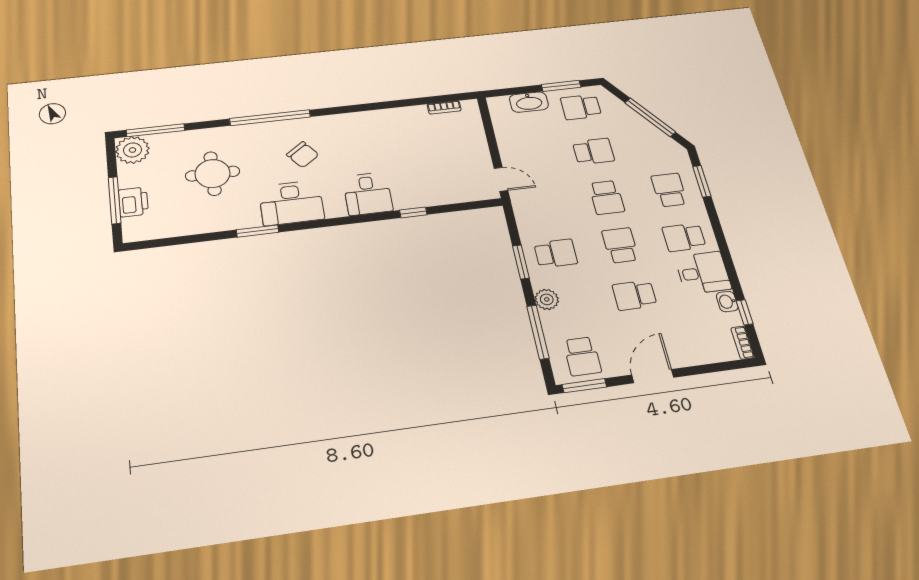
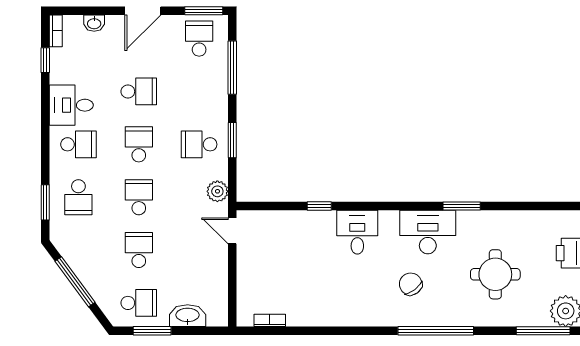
school desk: (593, 151) -> (139, 250), turned 90
school desk: (620, 245) -> (139, 144), turned 180
plant: (547, 299) -> (217, 191), moved
washbasin: (727, 302) -> (94, 23), moved, turned 90

